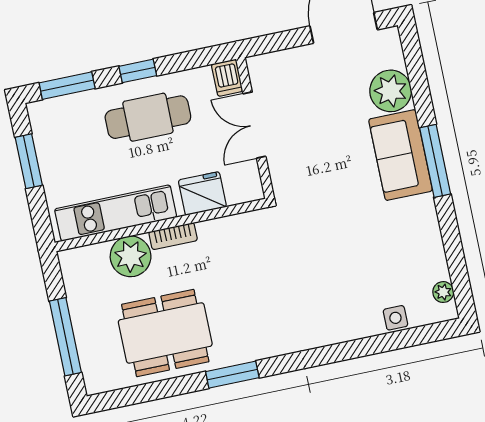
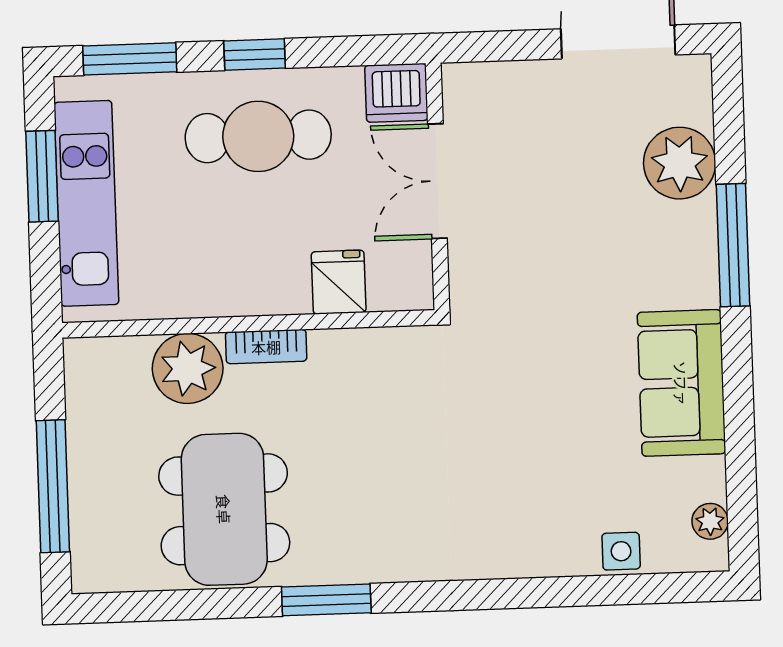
dishwasher: (227, 78) -> (396, 93), width x1.38
sofa: (401, 155) -> (681, 383), moved
window: (435, 161) -> (733, 245), moved
fridge: (202, 193) -> (339, 282), width x0.72
kitchen unit: (116, 213) -> (86, 203), moved, turned 90
dining table: (165, 333) -> (224, 509), turned 90

